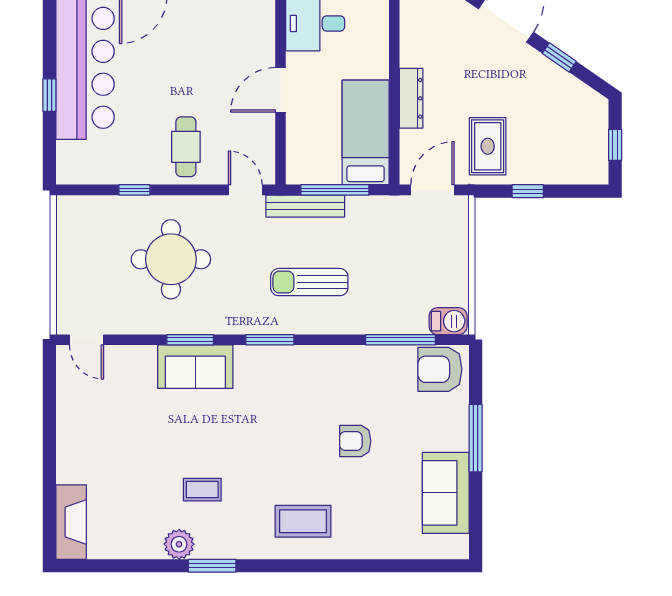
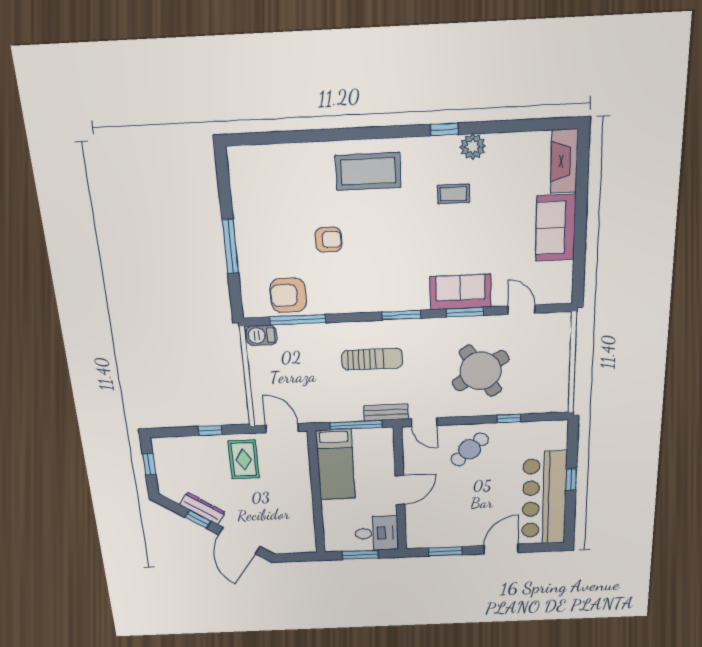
dresser: (411, 98) -> (202, 508), moved, turned 125
cafe table: (186, 147) -> (470, 449), turned 47
door: (433, 190) -> (282, 428), swing flipped
bench: (305, 206) -> (386, 413), width x0.73
round table: (171, 259) -> (480, 371), turned -32
door: (86, 340) -> (521, 310), moved
armchair: (440, 369) -> (288, 295), moved, turned 180
sofa: (446, 493) -> (556, 228), moved, turned 180
coffee table: (303, 521) -> (368, 171), width x1.36, depth x1.32
window: (212, 566) -> (444, 129), width x0.67

